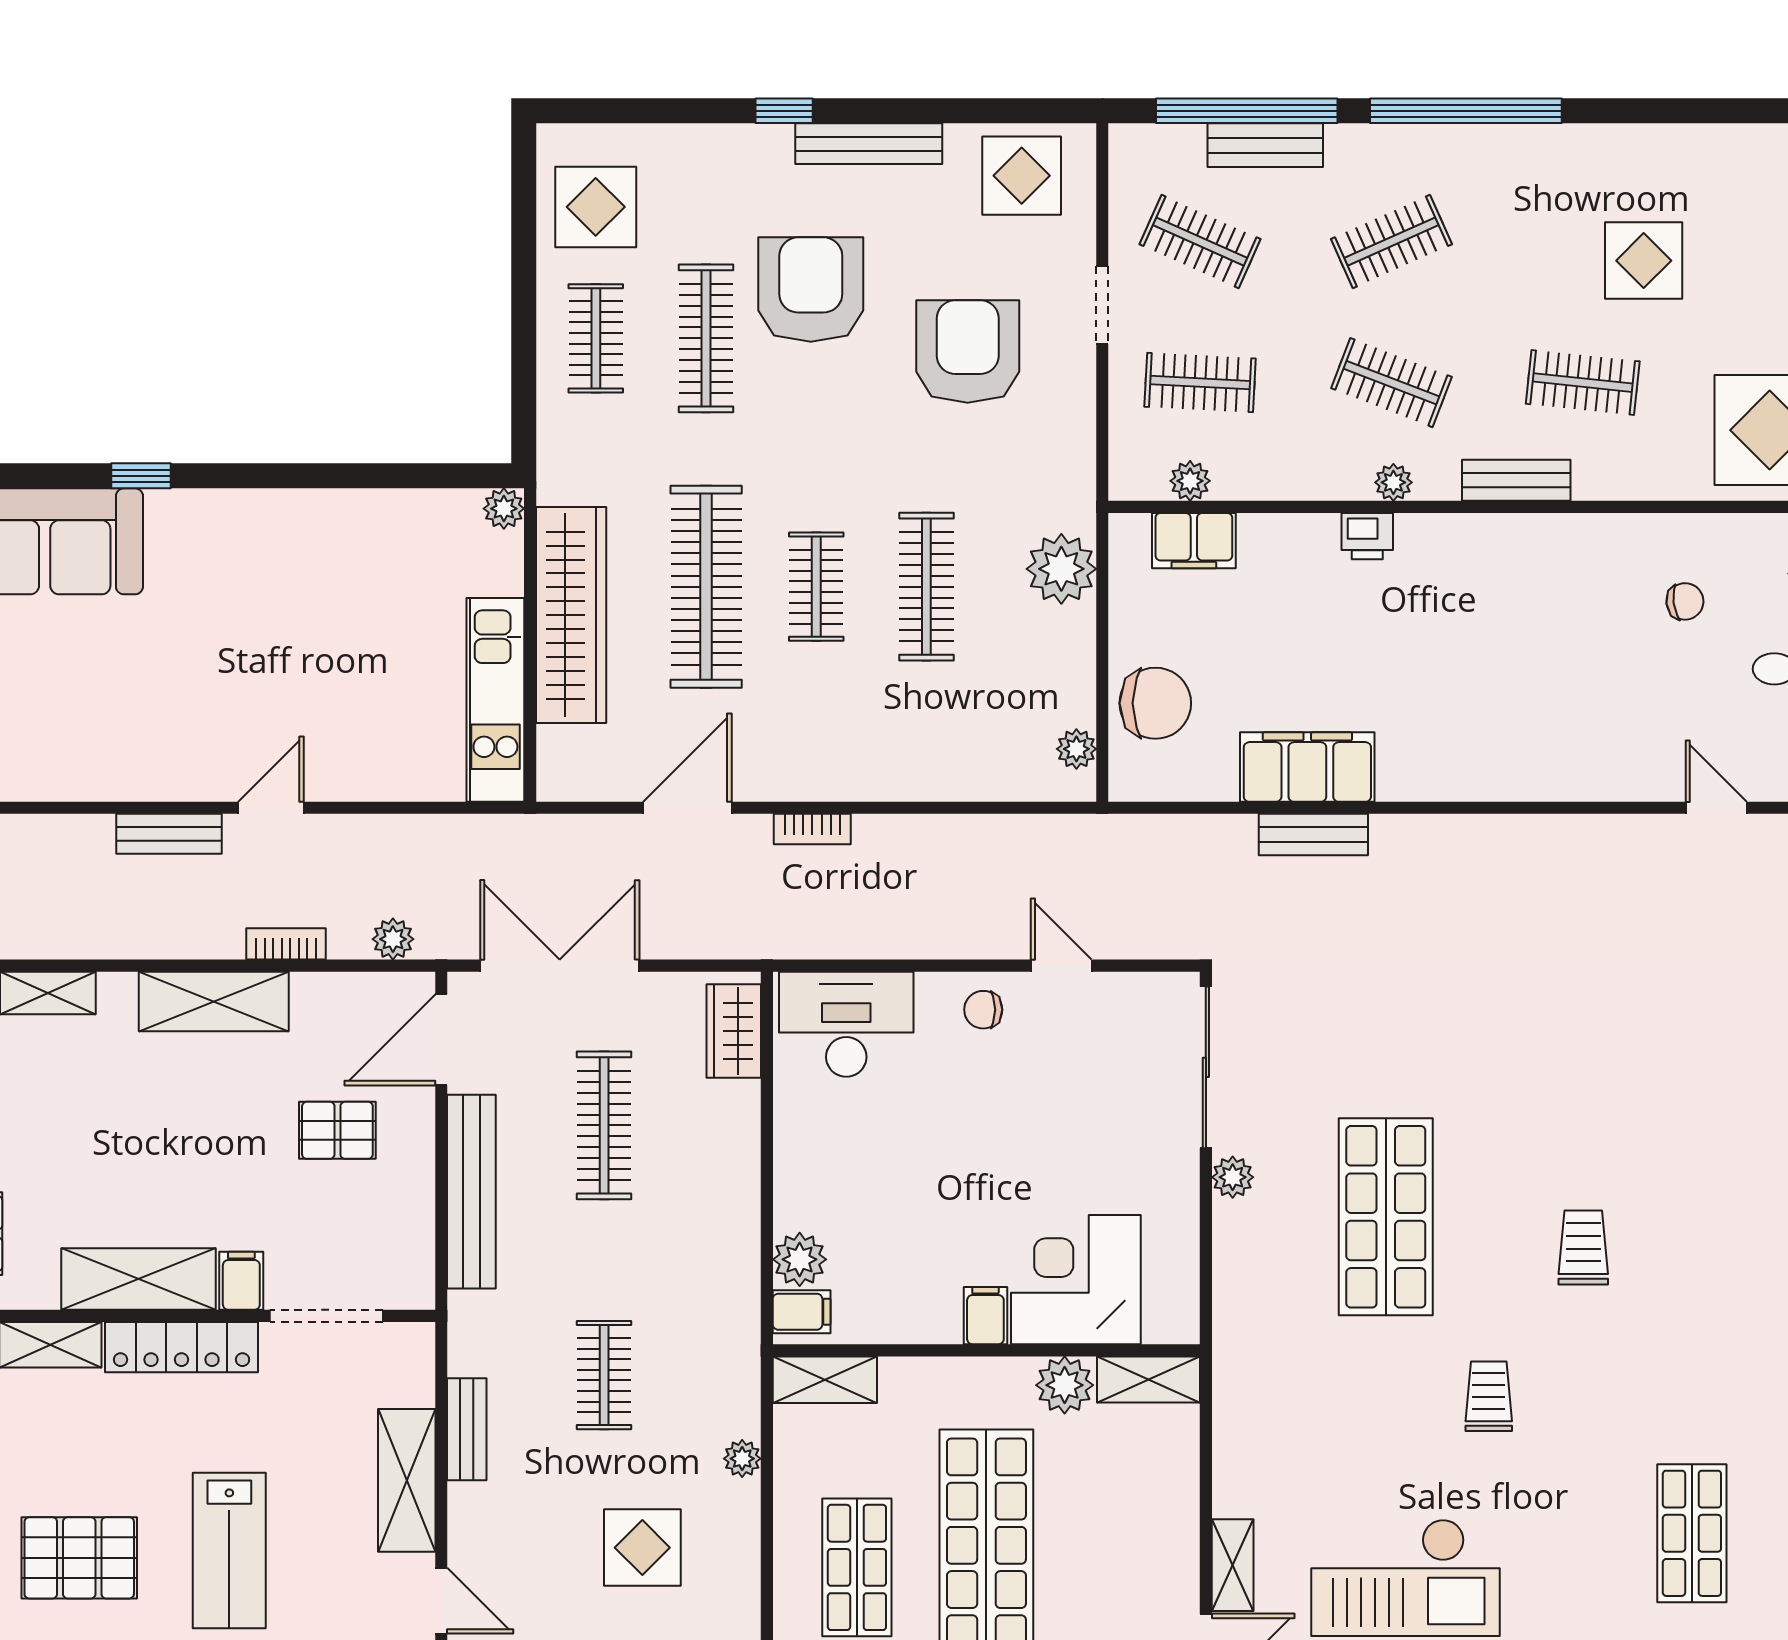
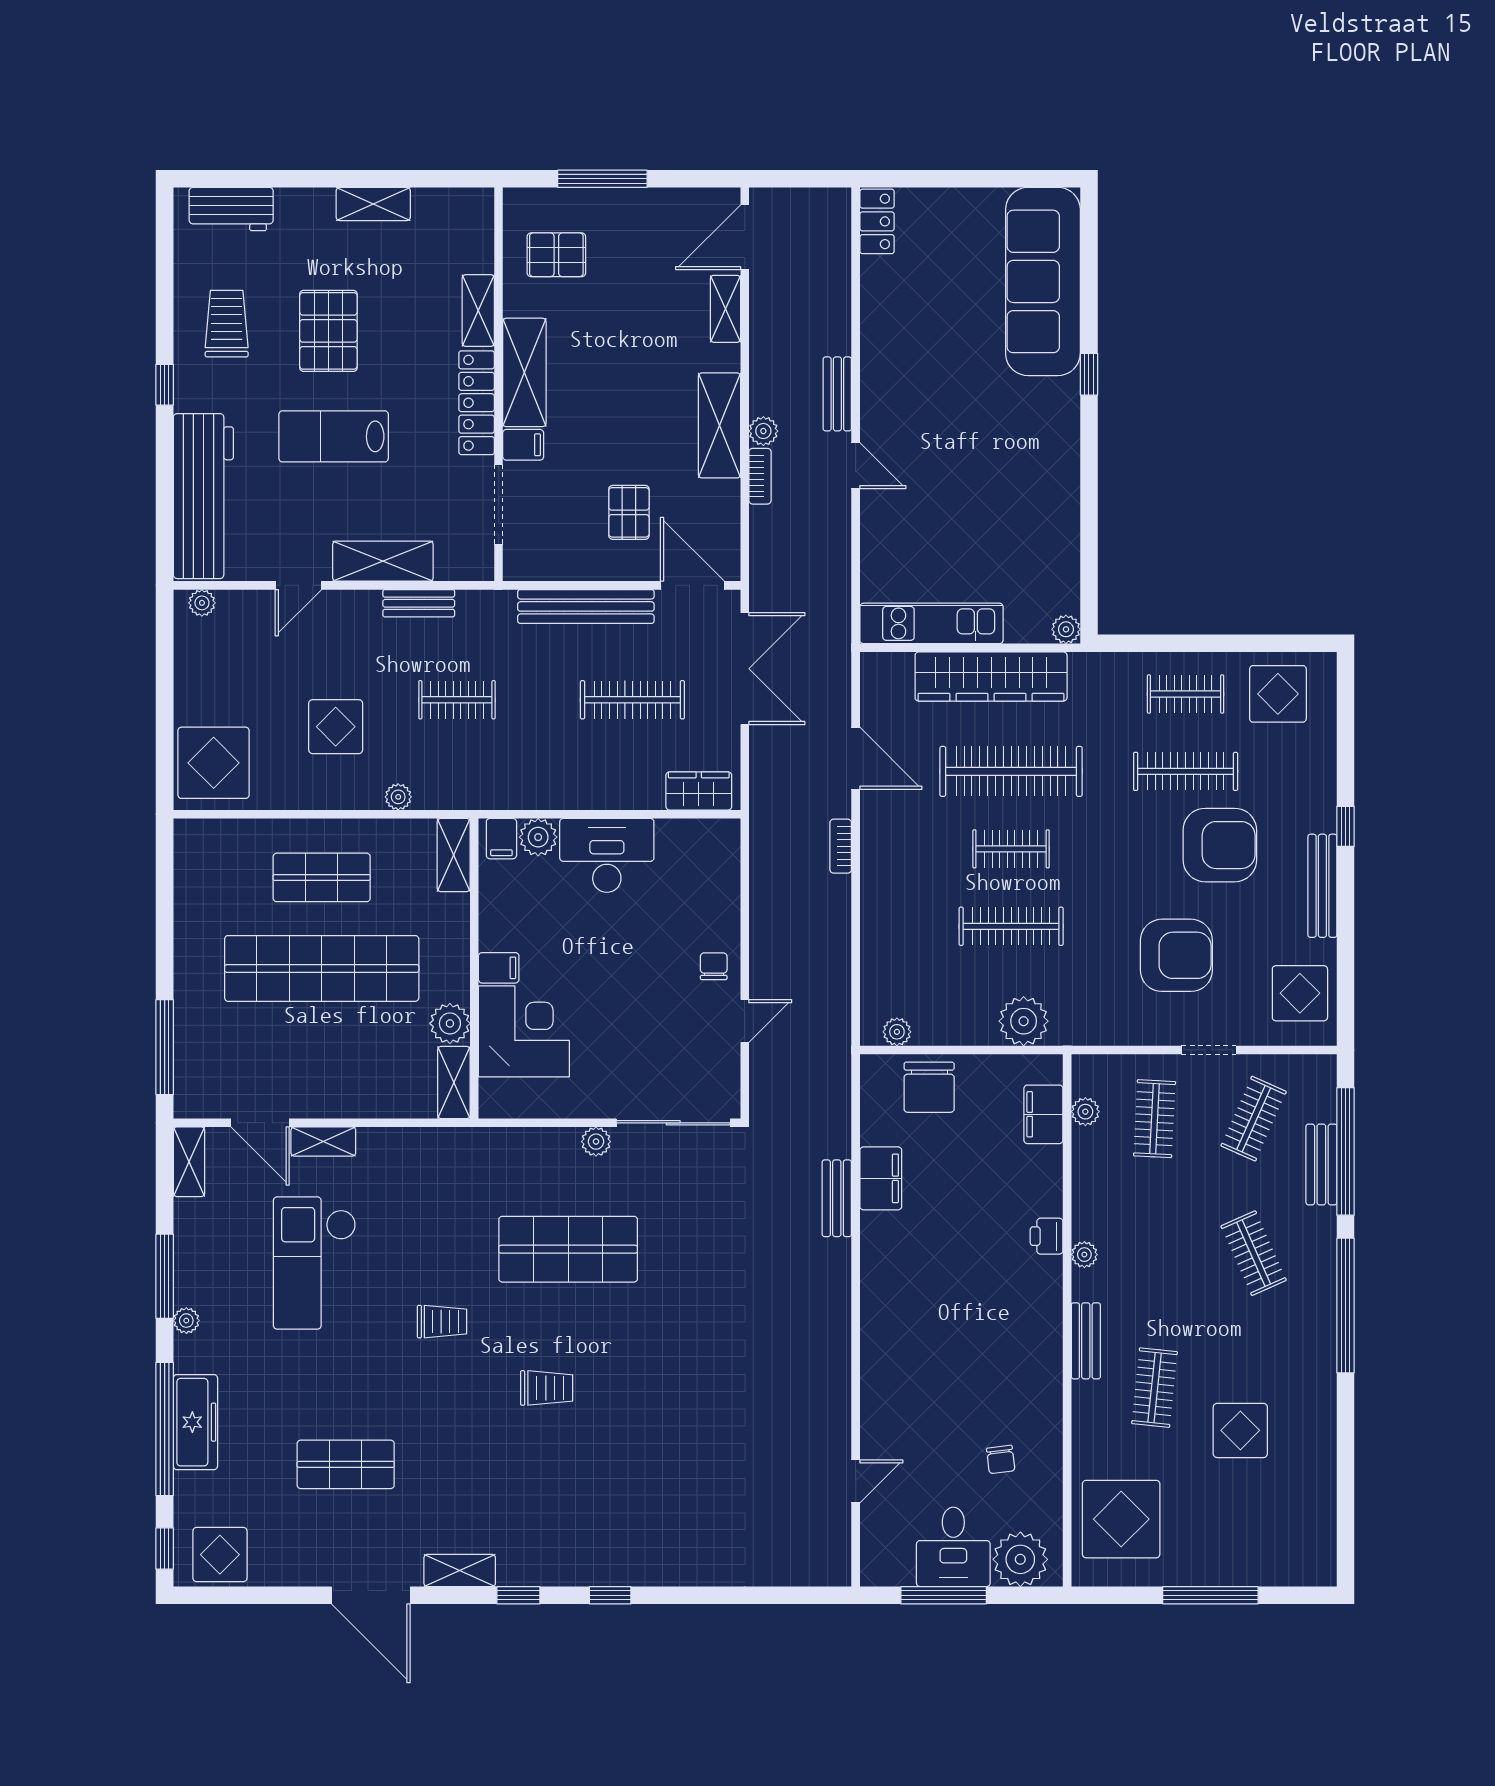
clothes rail: (1391, 383) -> (1155, 1253), removed
filing cabinet: (1307, 767) -> (881, 1178), width x0.67, depth x0.86
plant: (393, 939) -> (763, 431), moved
desk: (846, 1024) -> (607, 855), moved, turned -90

